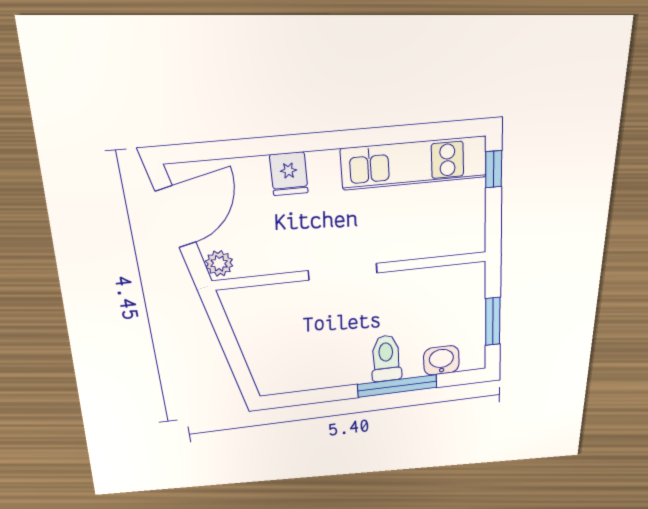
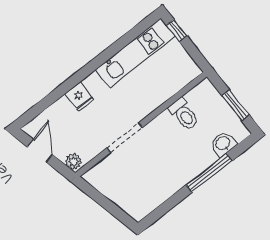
door: (176, 217) -> (40, 151), width x0.73
doorway: (343, 272) -> (125, 138), moved
toilet: (386, 358) -> (184, 114), moved, turned 180

